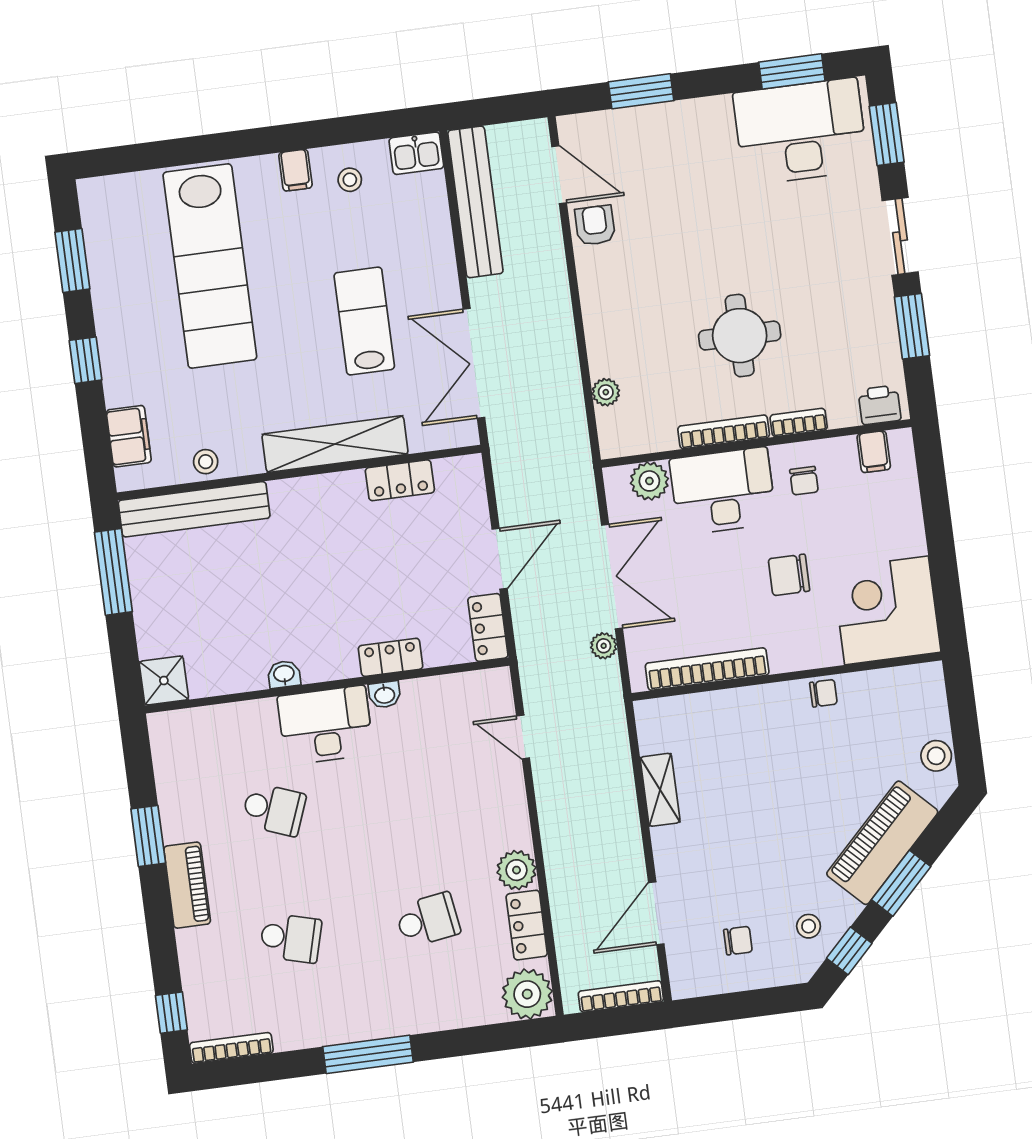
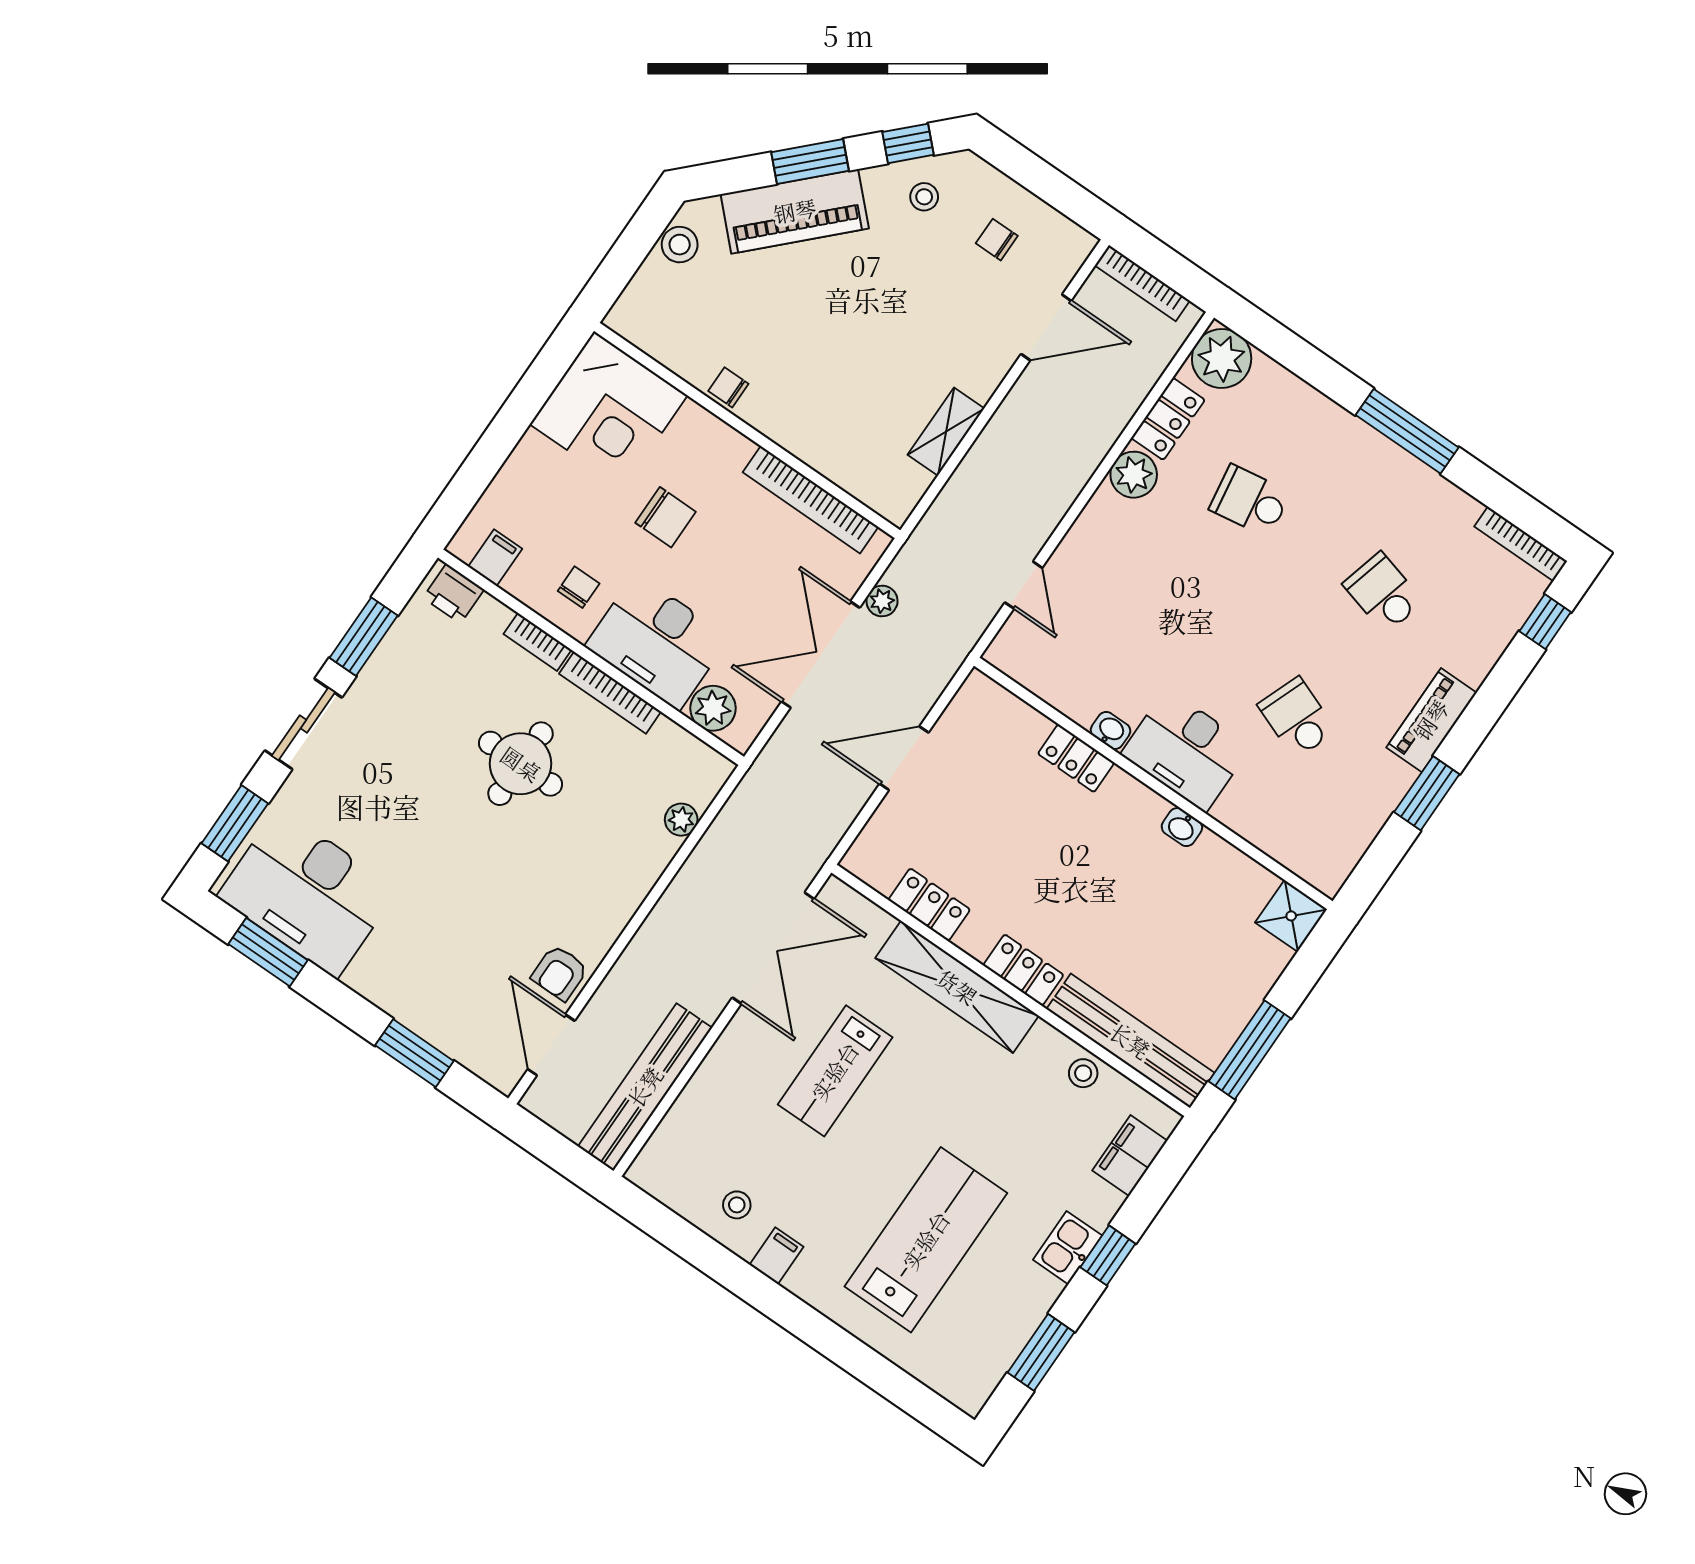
kitchen sink: (416, 153) -> (1068, 1248), moved, turned -90
lab bench: (210, 266) -> (926, 1240), width x0.73
locker: (488, 627) -> (1023, 970), moved, turned -90

